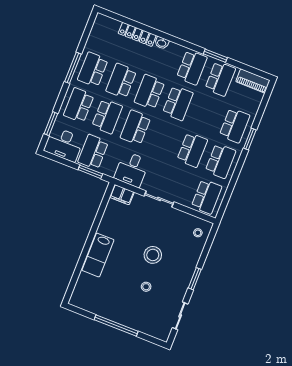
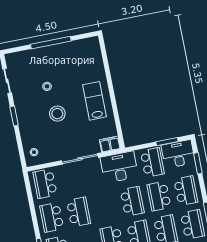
school desk: (192, 150) -> (79, 212), turned 180
desk: (132, 169) -> (119, 167), width x1.37
window: (90, 172) -> (167, 142), moved
sliding door: (159, 199) -> (80, 159), width x1.37
lab bench: (98, 255) -> (95, 101), moved

